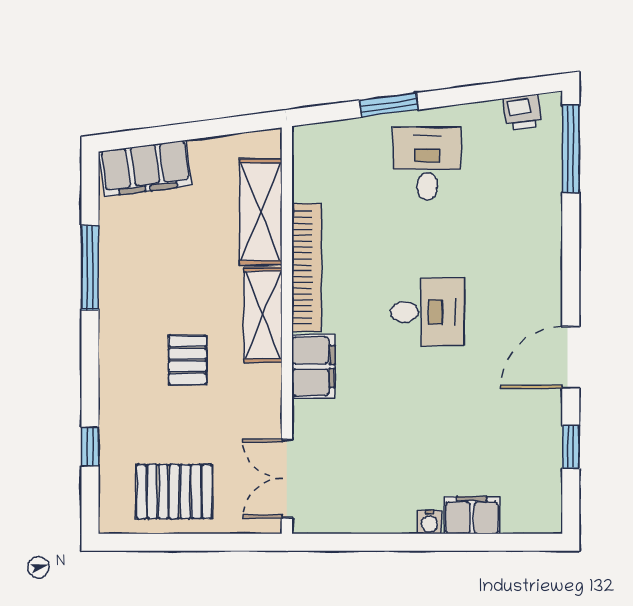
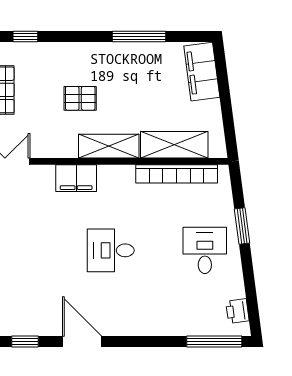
desk: (427, 164) -> (205, 250), turned -90
bookcase: (307, 267) -> (177, 174), moved
desk: (427, 312) -> (111, 250), turned 90

